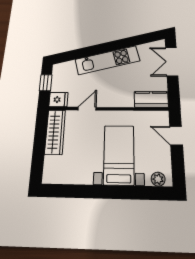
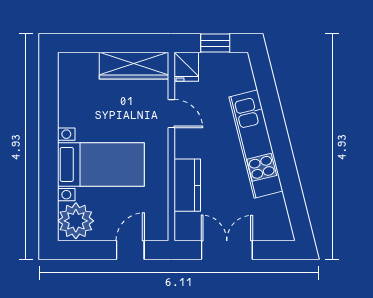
double door: (172, 62) -> (227, 250), moved
kitchen counter: (151, 99) -> (187, 185), moved
plant: (158, 179) -> (76, 221), width x1.87, depth x1.87

